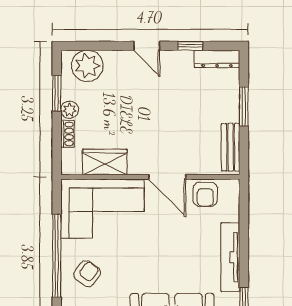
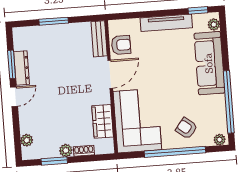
window: (190, 46) -> (12, 64), width x1.50
dresser: (217, 59) -> (22, 68), moved
plant: (87, 66) -> (27, 140), width x0.53, depth x0.53
bench: (231, 147) -> (99, 39), moved, turned 90

